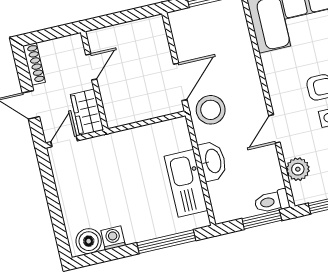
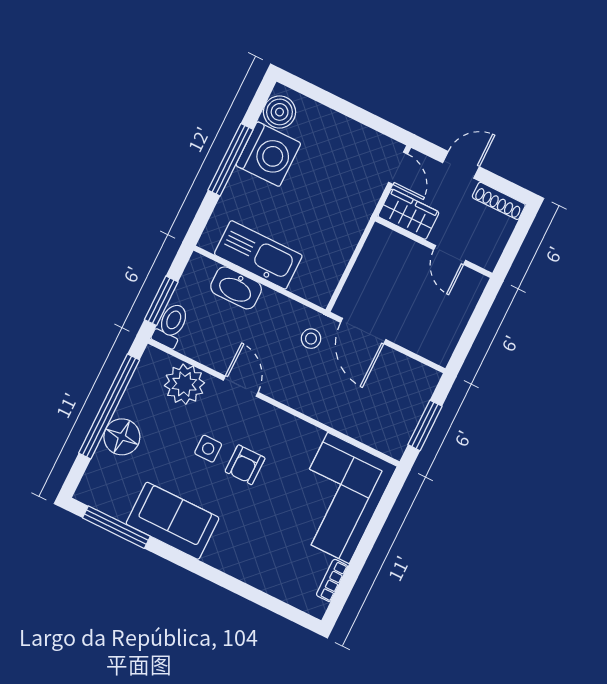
stool: (211, 110) -> (311, 339), width x0.53, depth x0.53
washbasin: (213, 161) -> (236, 288), moved
plant: (298, 169) -> (184, 384), width x1.36, depth x1.36
washing machine: (113, 238) -> (268, 154), width x1.89, depth x1.89
window: (166, 242) -> (230, 160), moved

